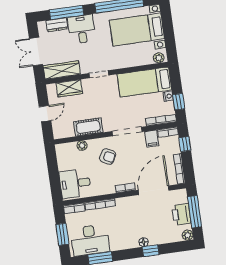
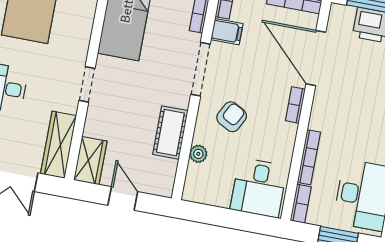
wardrobe: (69, 88) -> (90, 161), moved

